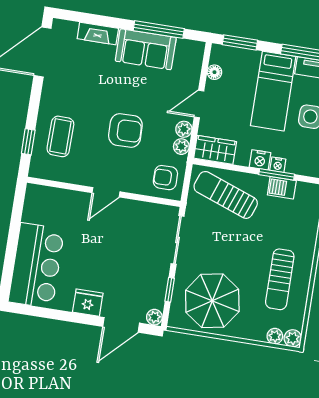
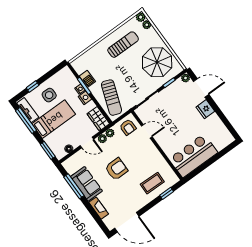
armchair: (125, 131) -> (116, 169), moved, turned 91
door: (106, 192) -> (147, 131), moved
bar counter: (36, 266) -> (193, 156), moved

